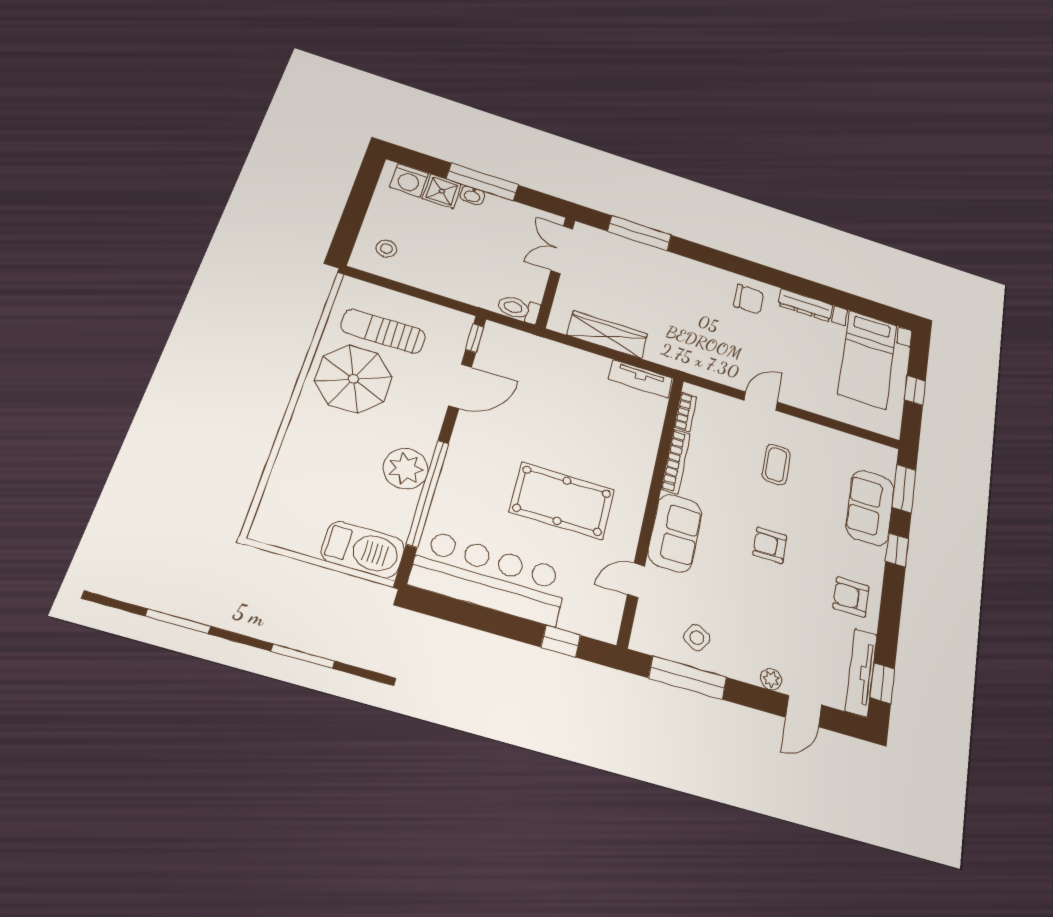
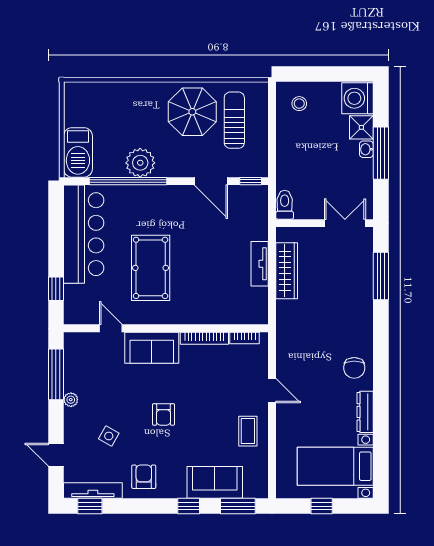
washing machine: (409, 180) -> (357, 98), width x1.37, depth x1.37
tv unit: (641, 379) -> (260, 264), moved
coffee table: (776, 465) -> (248, 431), moved, turned 90
armchair: (770, 545) -> (164, 414), turned 180
side table: (697, 638) -> (109, 436), moved
plant: (771, 679) -> (71, 400), moved

